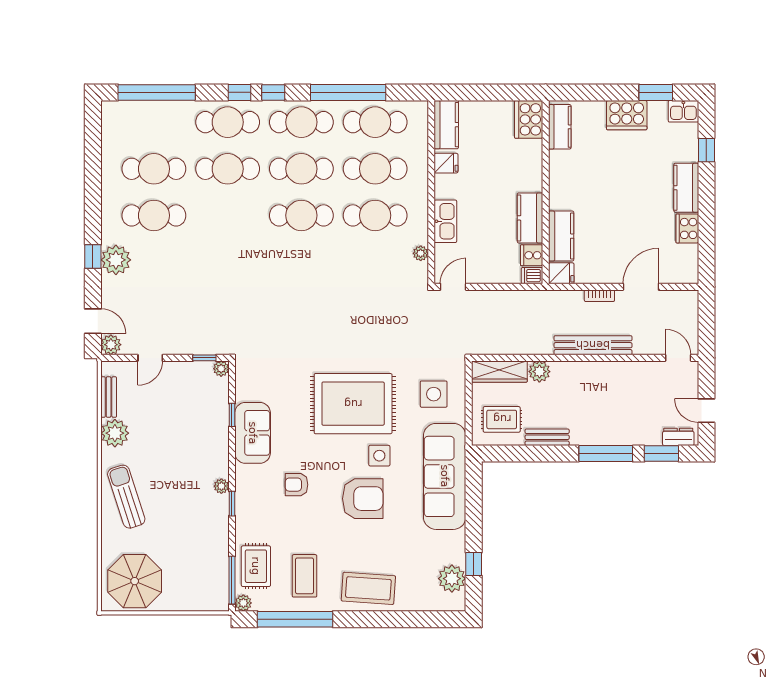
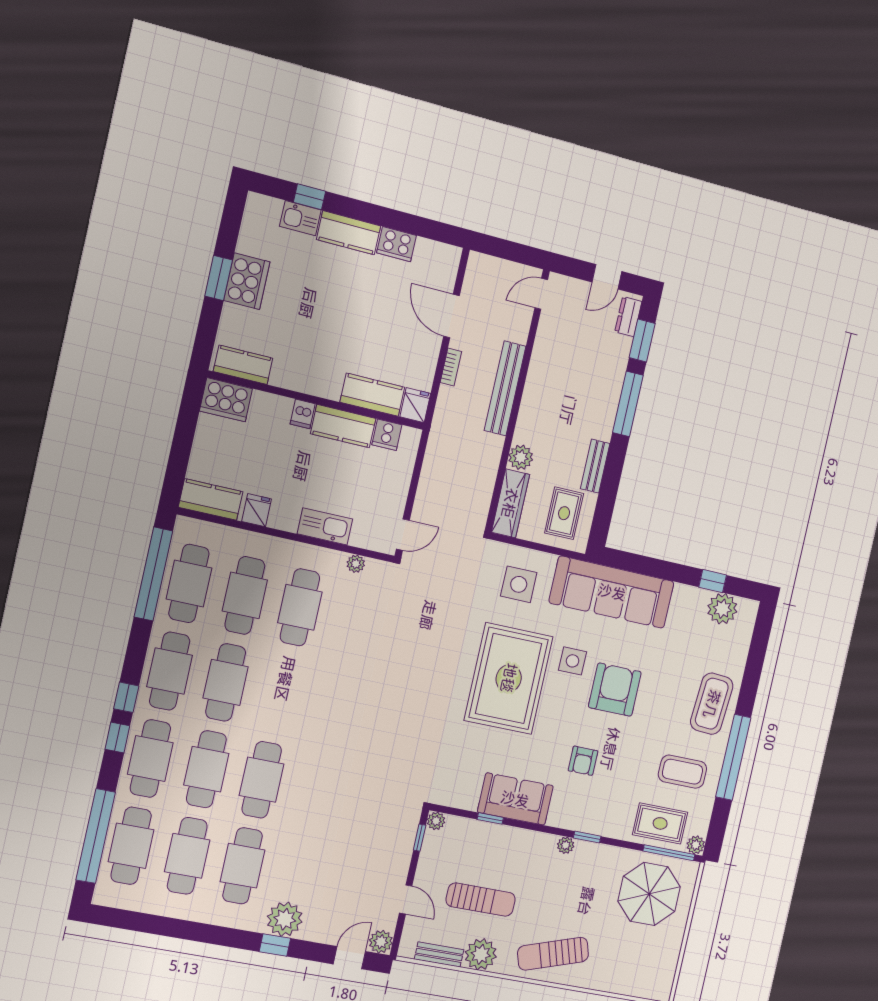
window: (348, 92) -> (153, 574), moved
window: (656, 92) -> (219, 278), moved
kitchen sink: (683, 111) -> (300, 218), moved, turned 90
cafe table: (154, 122) -> (131, 846), added
cafe table: (301, 215) -> (262, 780), moved
dishwasher: (532, 276) -> (303, 414), moved
door: (453, 287) -> (403, 535), swing flipped
sun lounger: (162, 422) -> (481, 900), added
parasol: (135, 581) -> (649, 894), moved
window: (295, 619) -> (733, 757), moved

